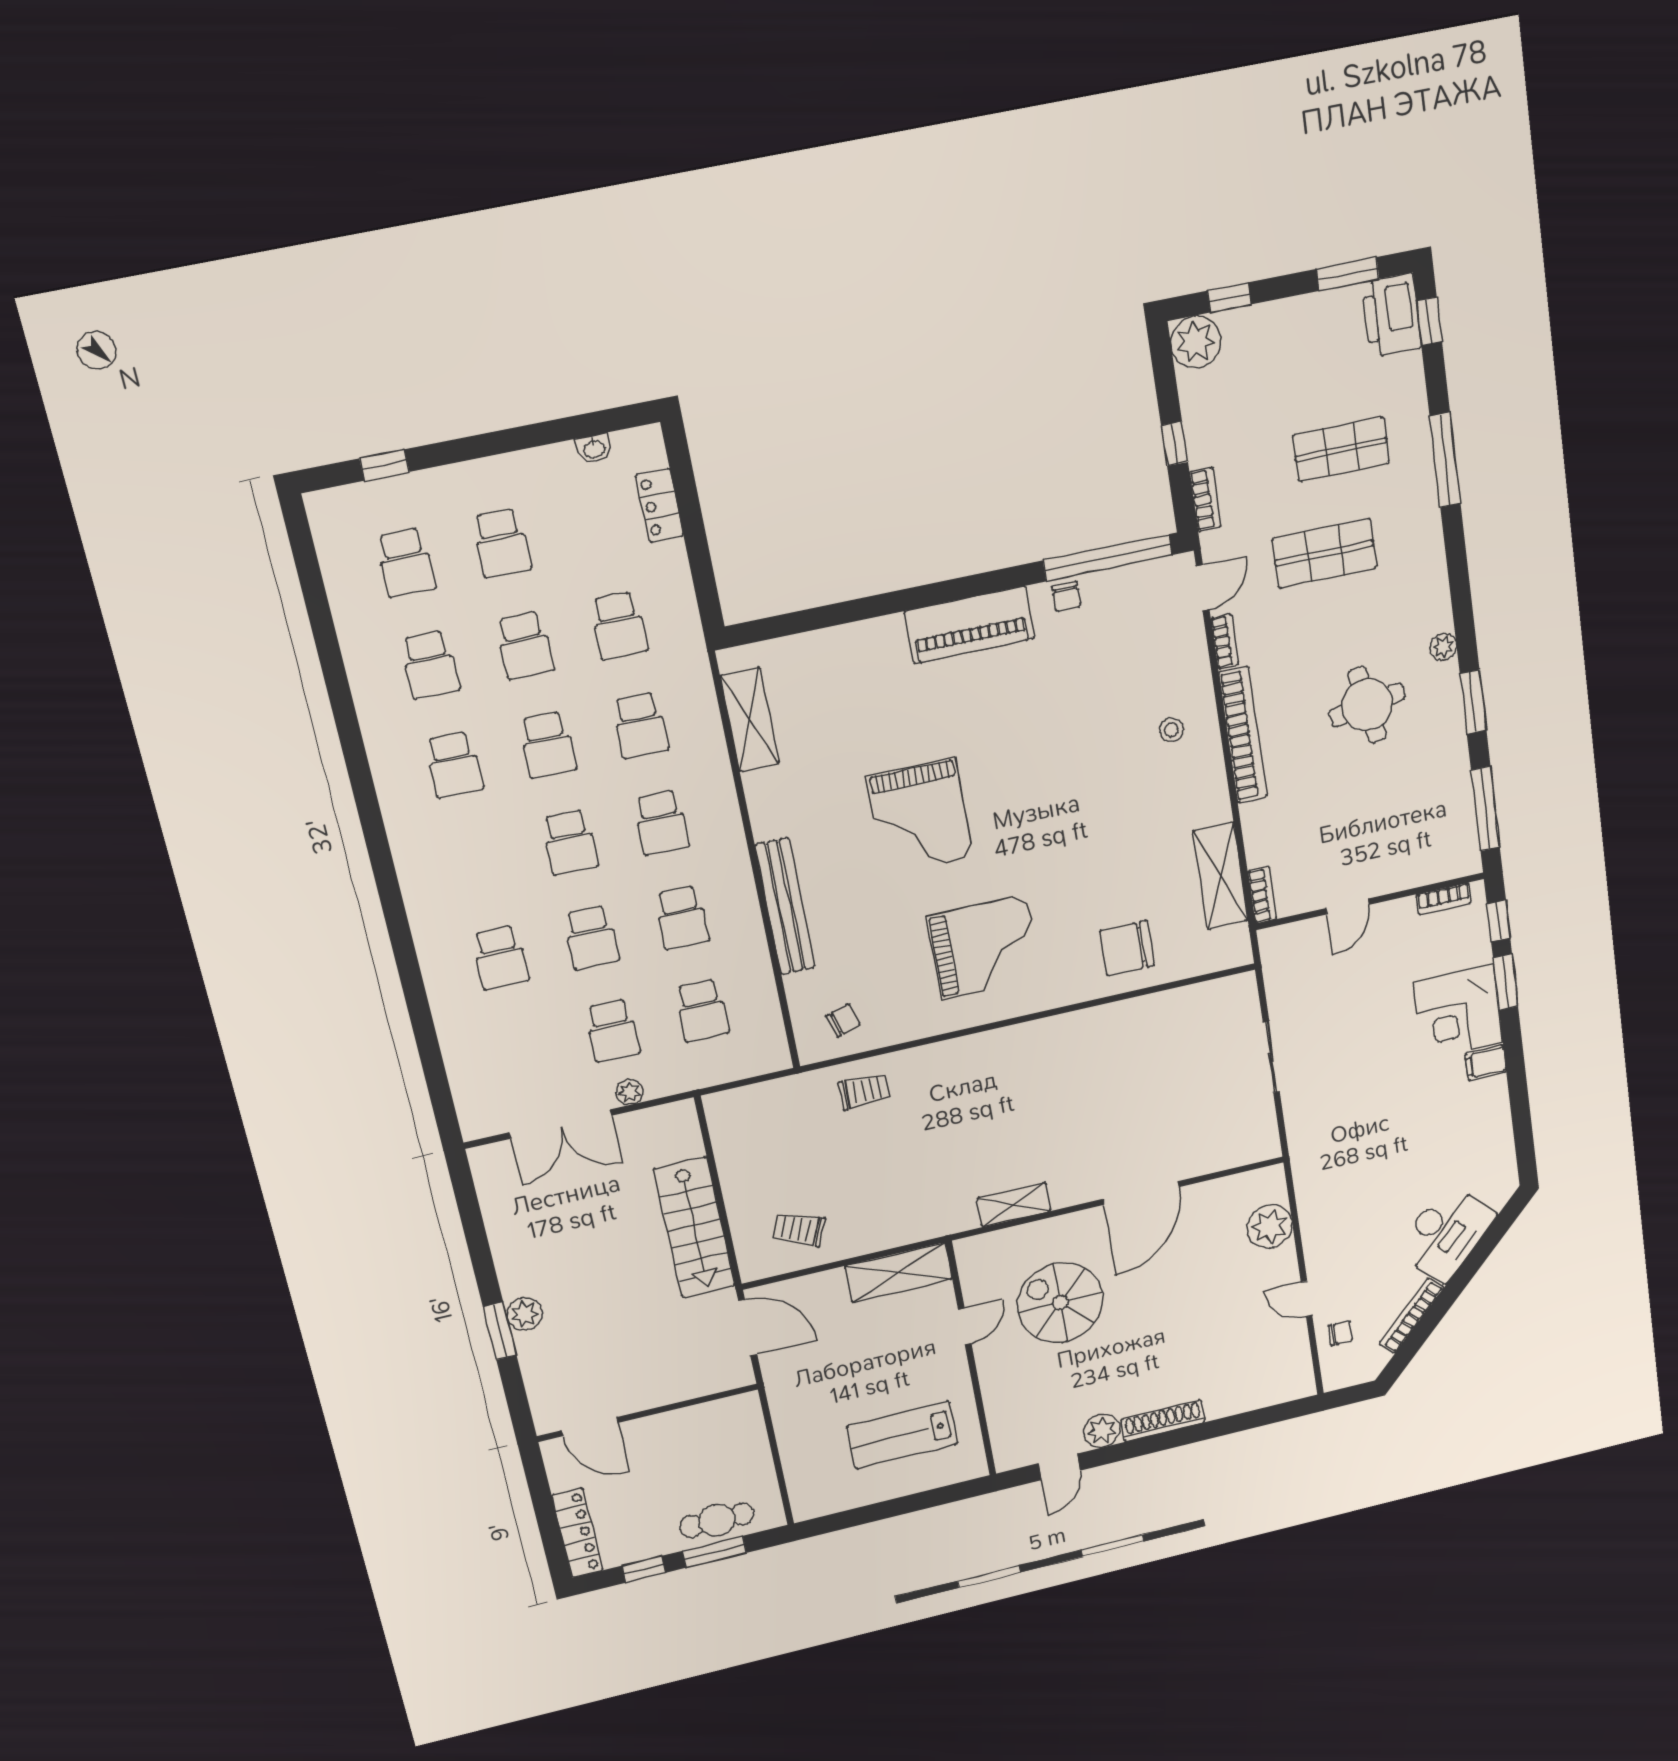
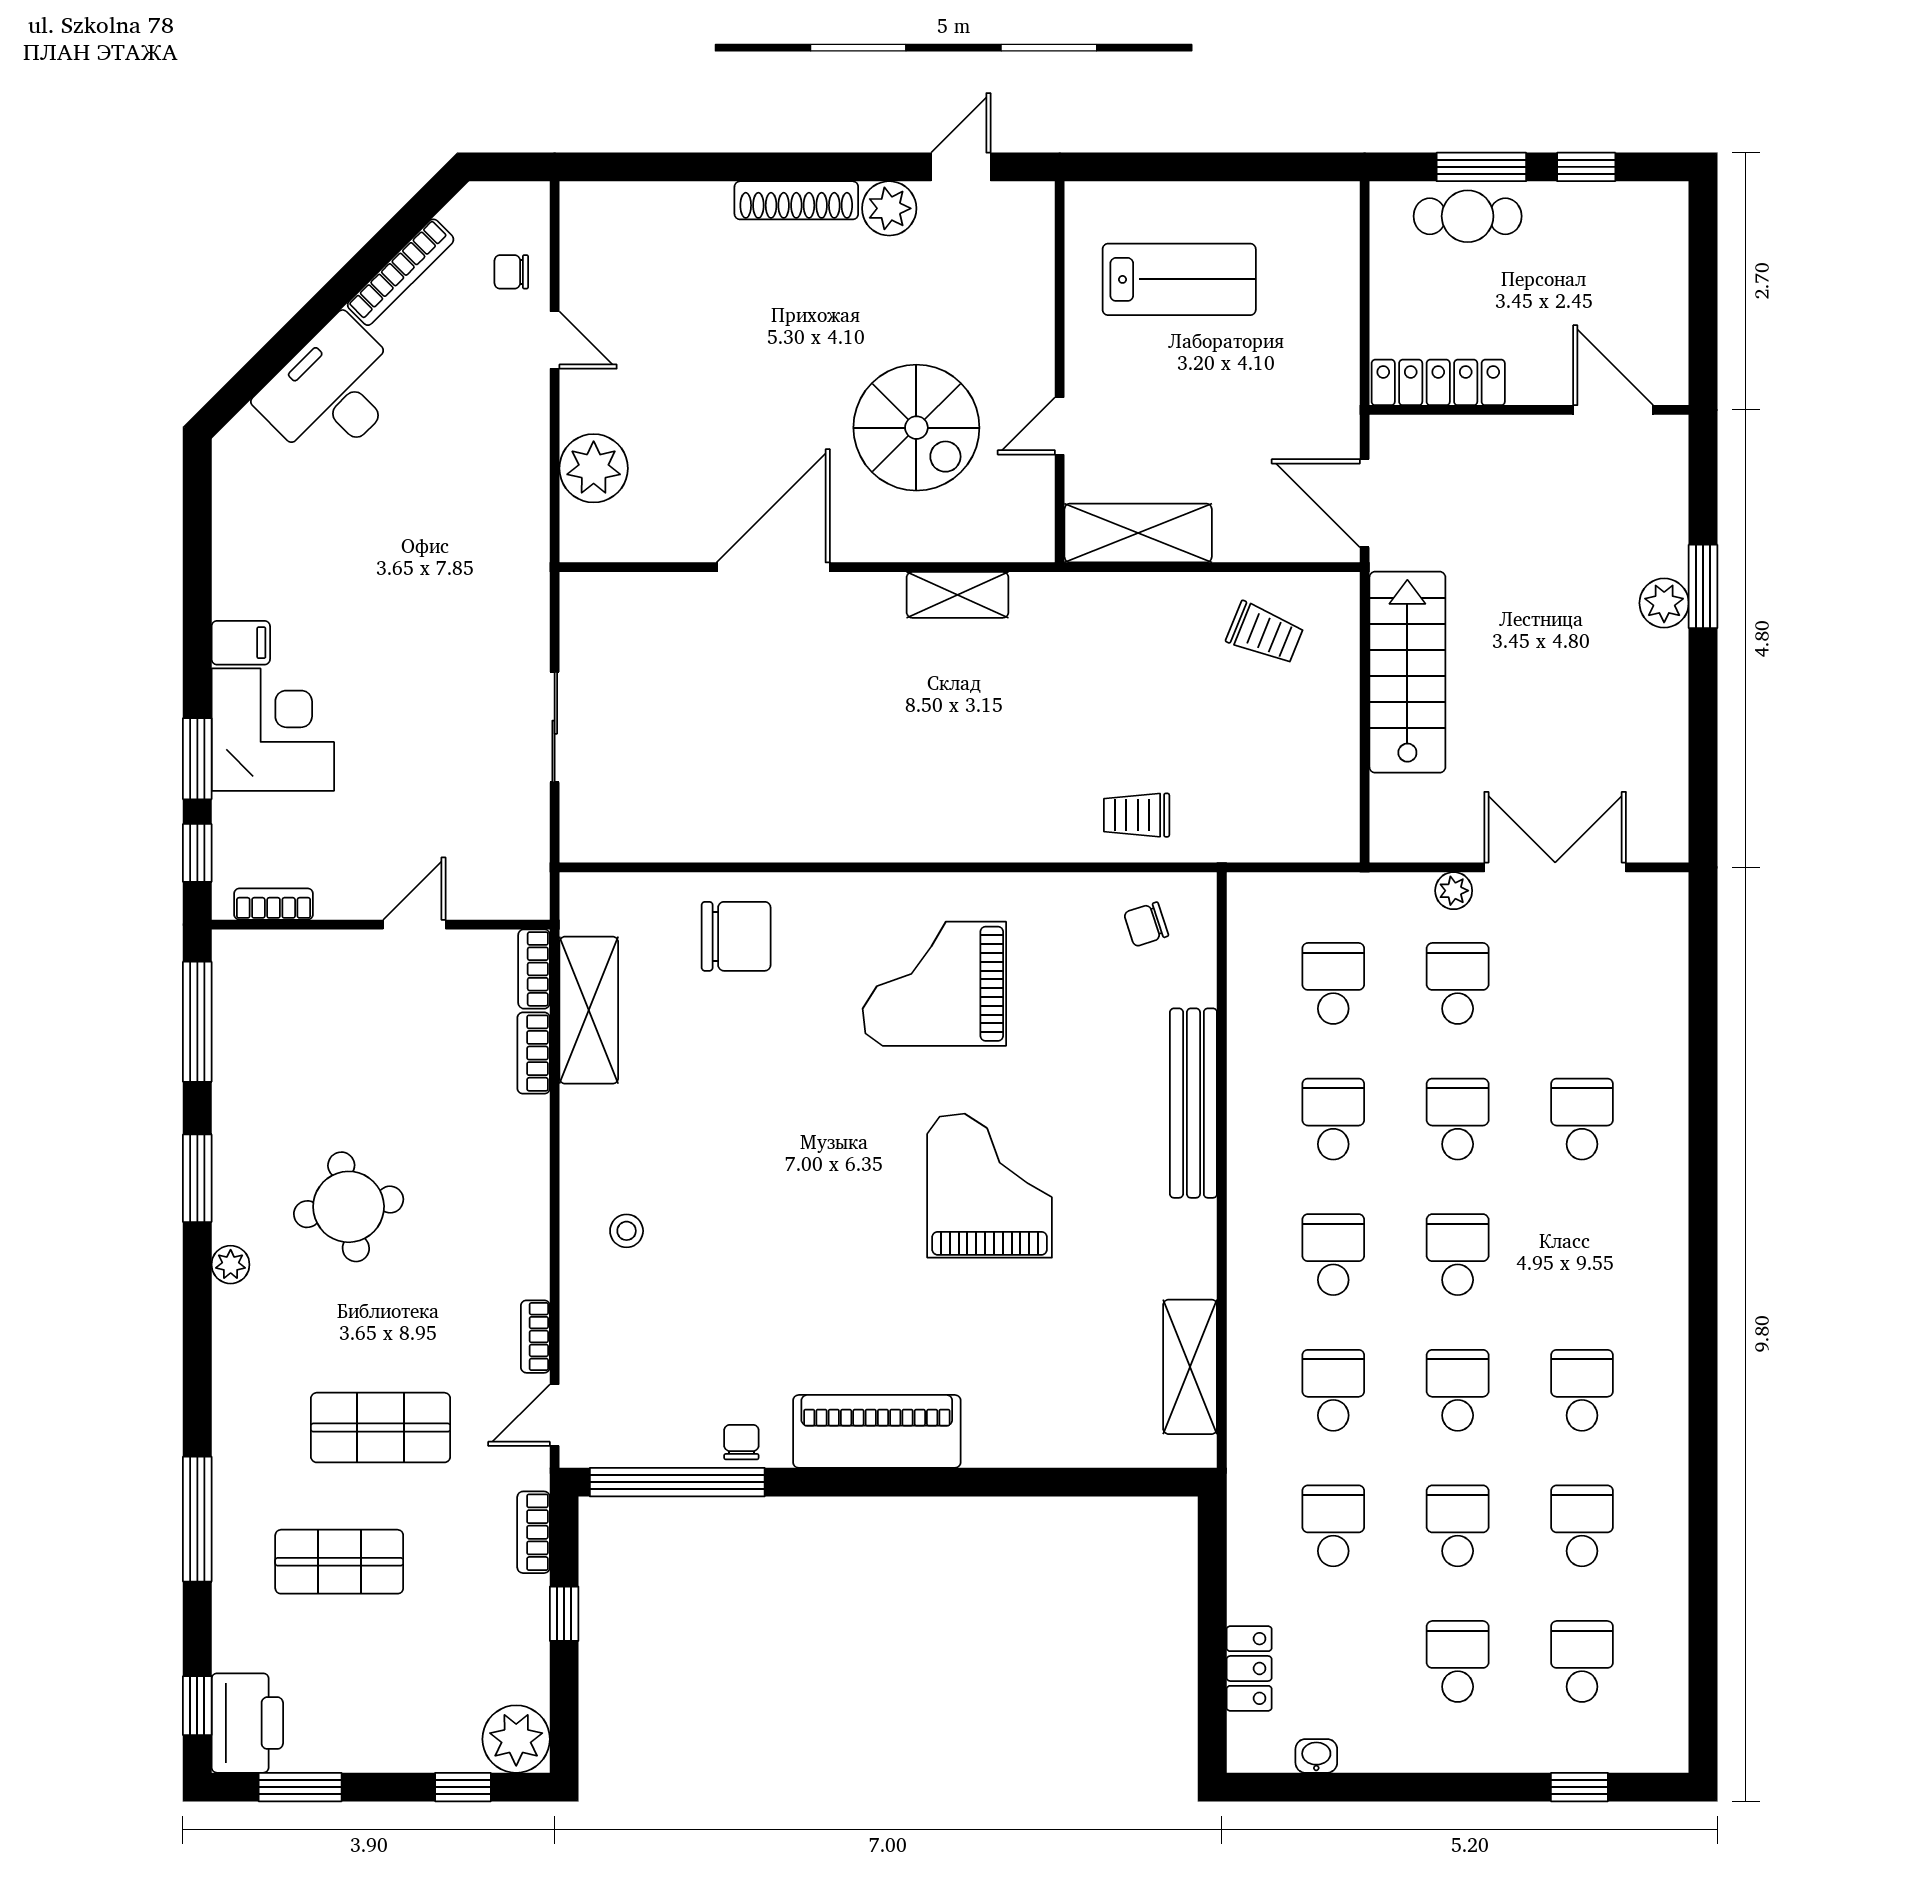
bookcase: (1243, 735) -> (534, 1053), moved, width x0.43, depth x0.76
locker: (577, 1533) -> (1438, 382), moved, turned 90

